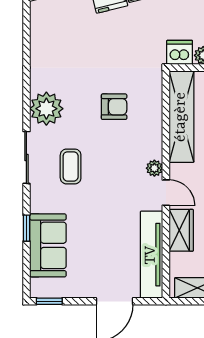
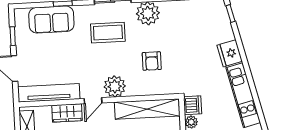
coffee table: (71, 166) -> (108, 33), width x1.36, depth x1.30
plant: (154, 168) -> (115, 86), width x1.88, depth x1.88
window: (49, 301) -> (13, 36), moved

